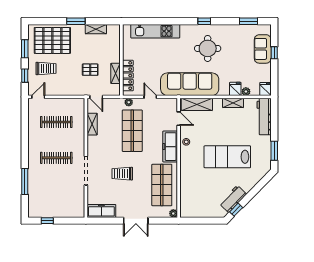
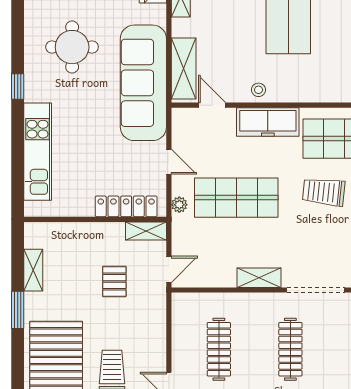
window: (204, 21) -> (18, 86), moved
shelving: (115, 73) -> (146, 231), moved
door: (150, 97) -> (169, 162), swing flipped
door: (179, 119) -> (212, 105), hinge flipped
shelving: (92, 124) -> (259, 278), moved
trolley: (122, 174) -> (324, 192), moved, turned 96

